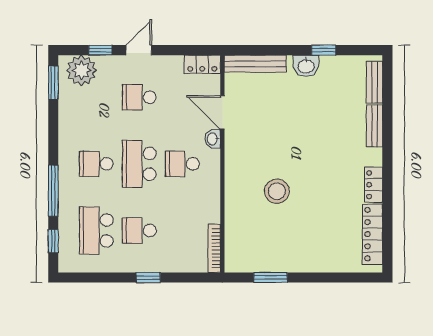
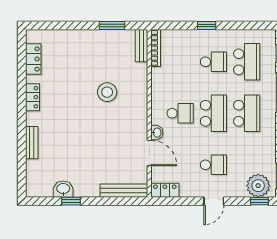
window: (100, 50) -> (259, 201), moved
washbasin: (306, 66) -> (63, 189), moved
bench: (374, 82) -> (142, 46), moved
school desk: (96, 164) -> (247, 113), width x1.85
locker: (372, 234) -> (33, 59), width x0.66

